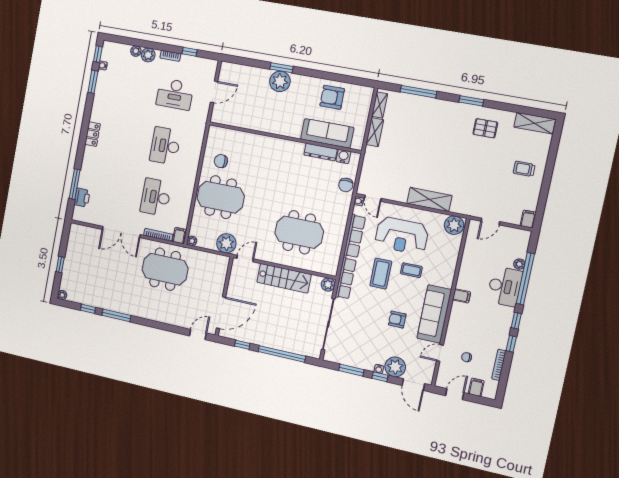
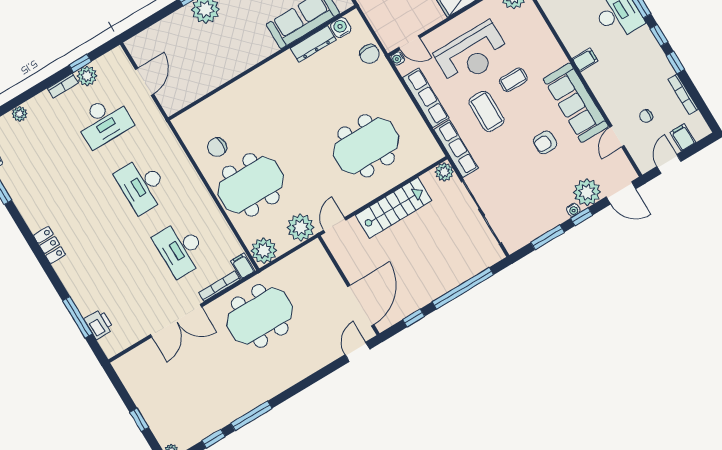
plant: (148, 55) -> (87, 76), moved
plant: (192, 241) -> (264, 251), width x1.88, depth x1.88

